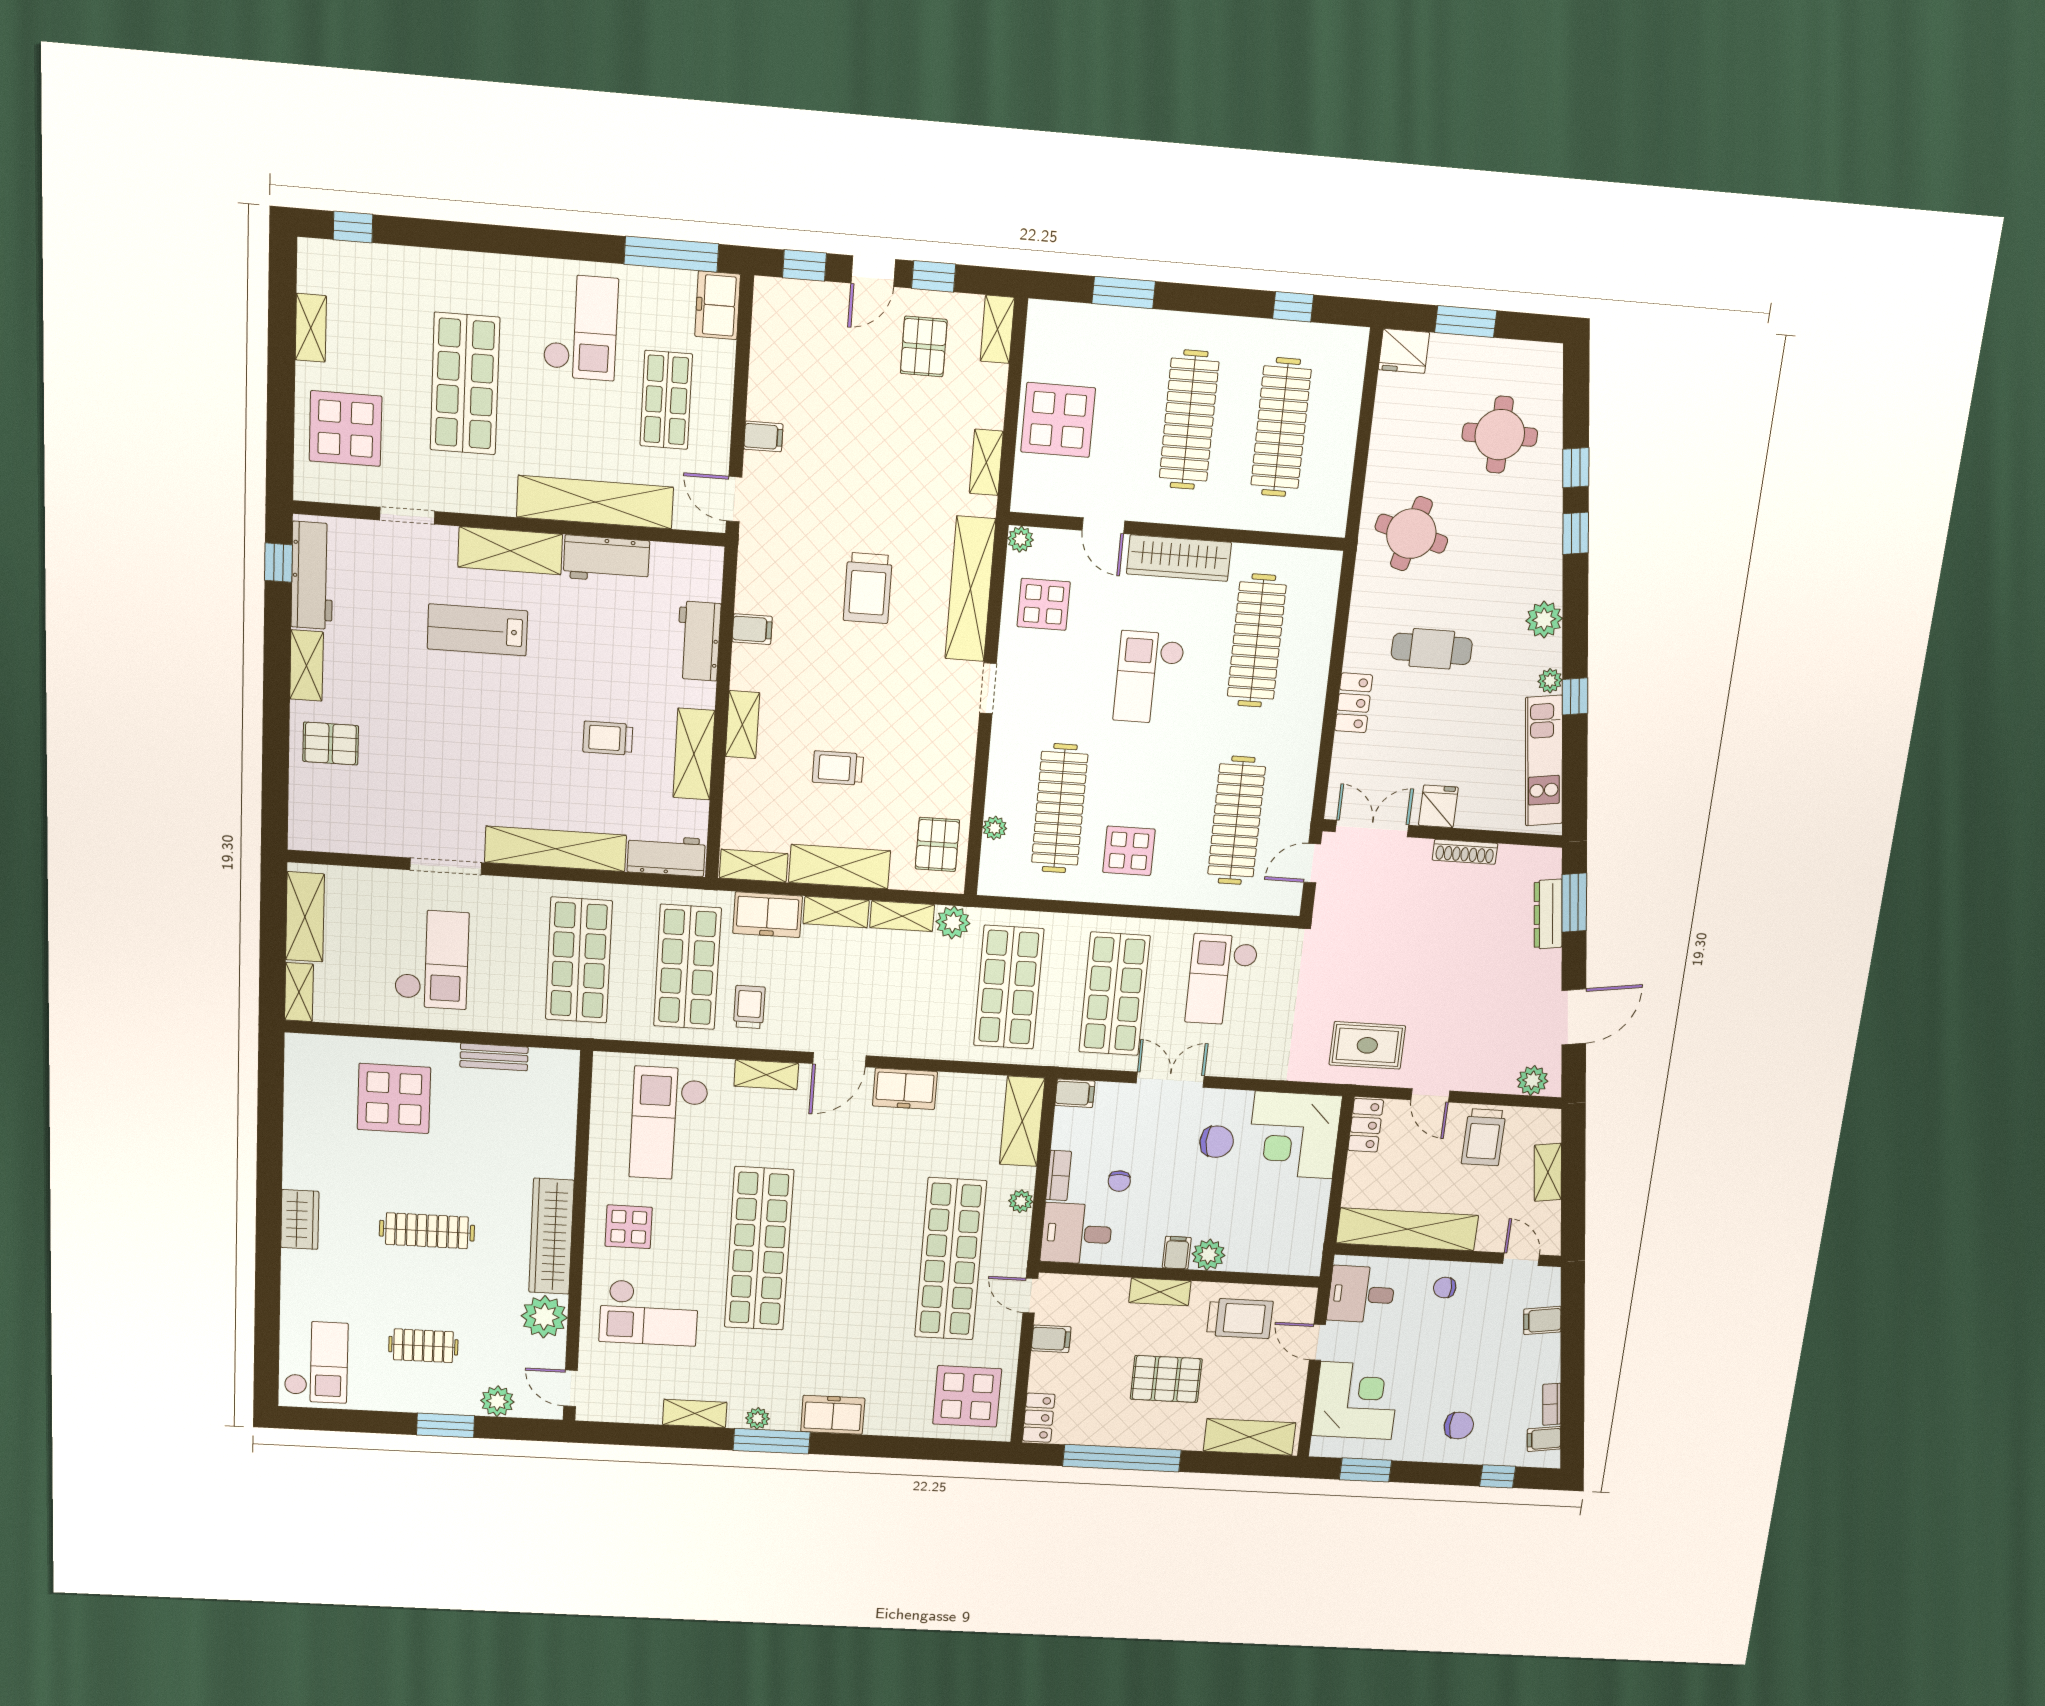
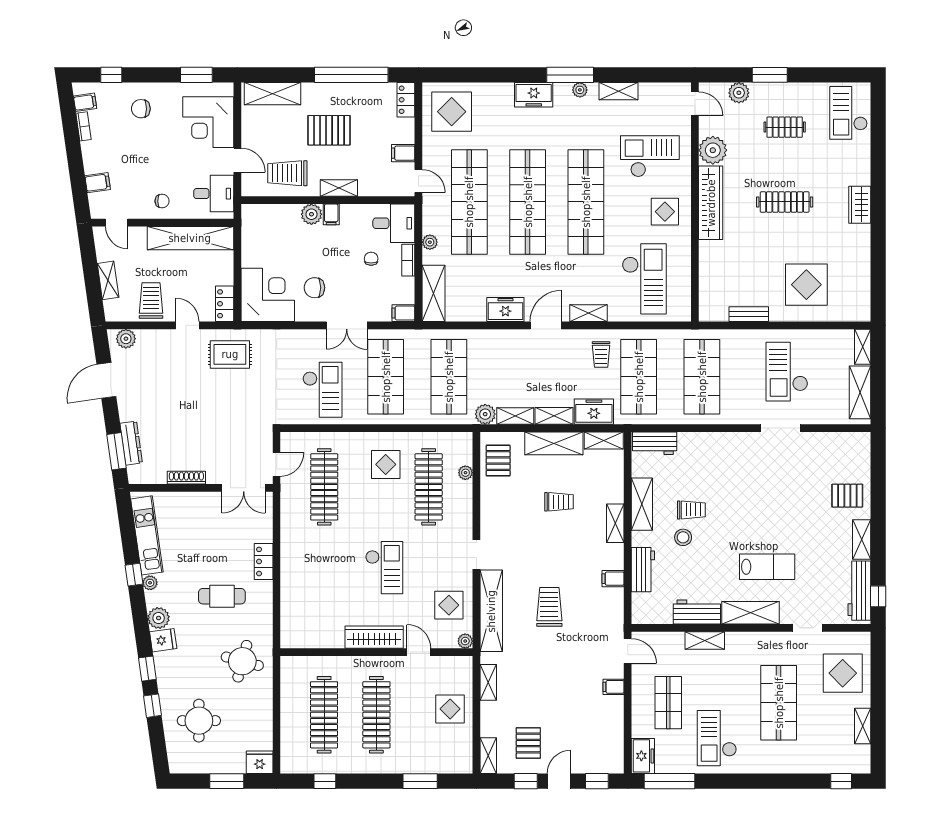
display table: (1058, 420) -> (450, 709), width x0.73, depth x0.73
shelving: (595, 502) -> (705, 640), width x0.45, depth x0.75
clothes rail: (1257, 641) -> (324, 593), removed
stool: (625, 692) -> (683, 537), added
fridge: (1438, 806) -> (163, 640), moved, turned -98
shelving: (556, 849) -> (718, 443), removed
shop shelf: (855, 1254) -> (528, 202), added

